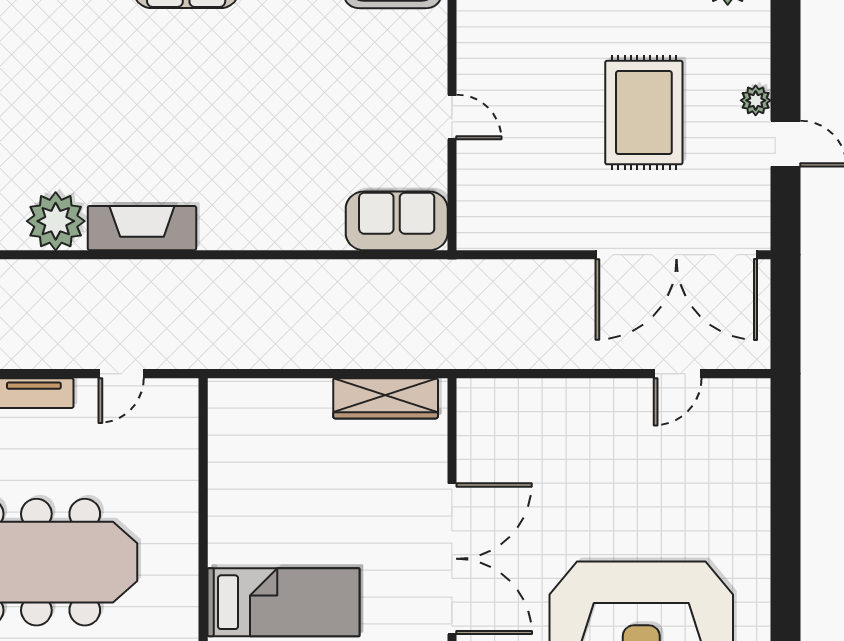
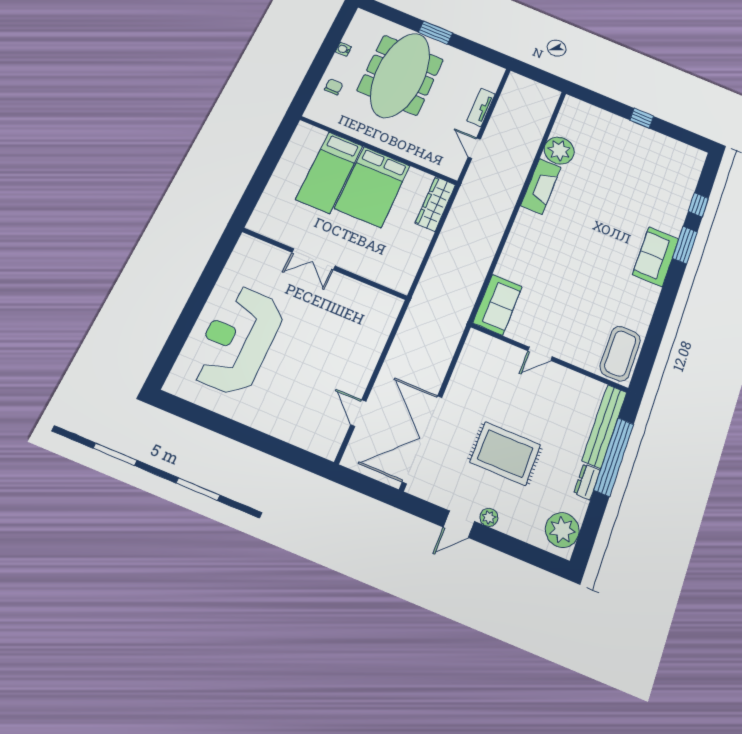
wardrobe: (386, 398) -> (435, 204), moved
bed: (277, 518) -> (372, 187), added
double door: (452, 559) -> (313, 259), width x0.54

